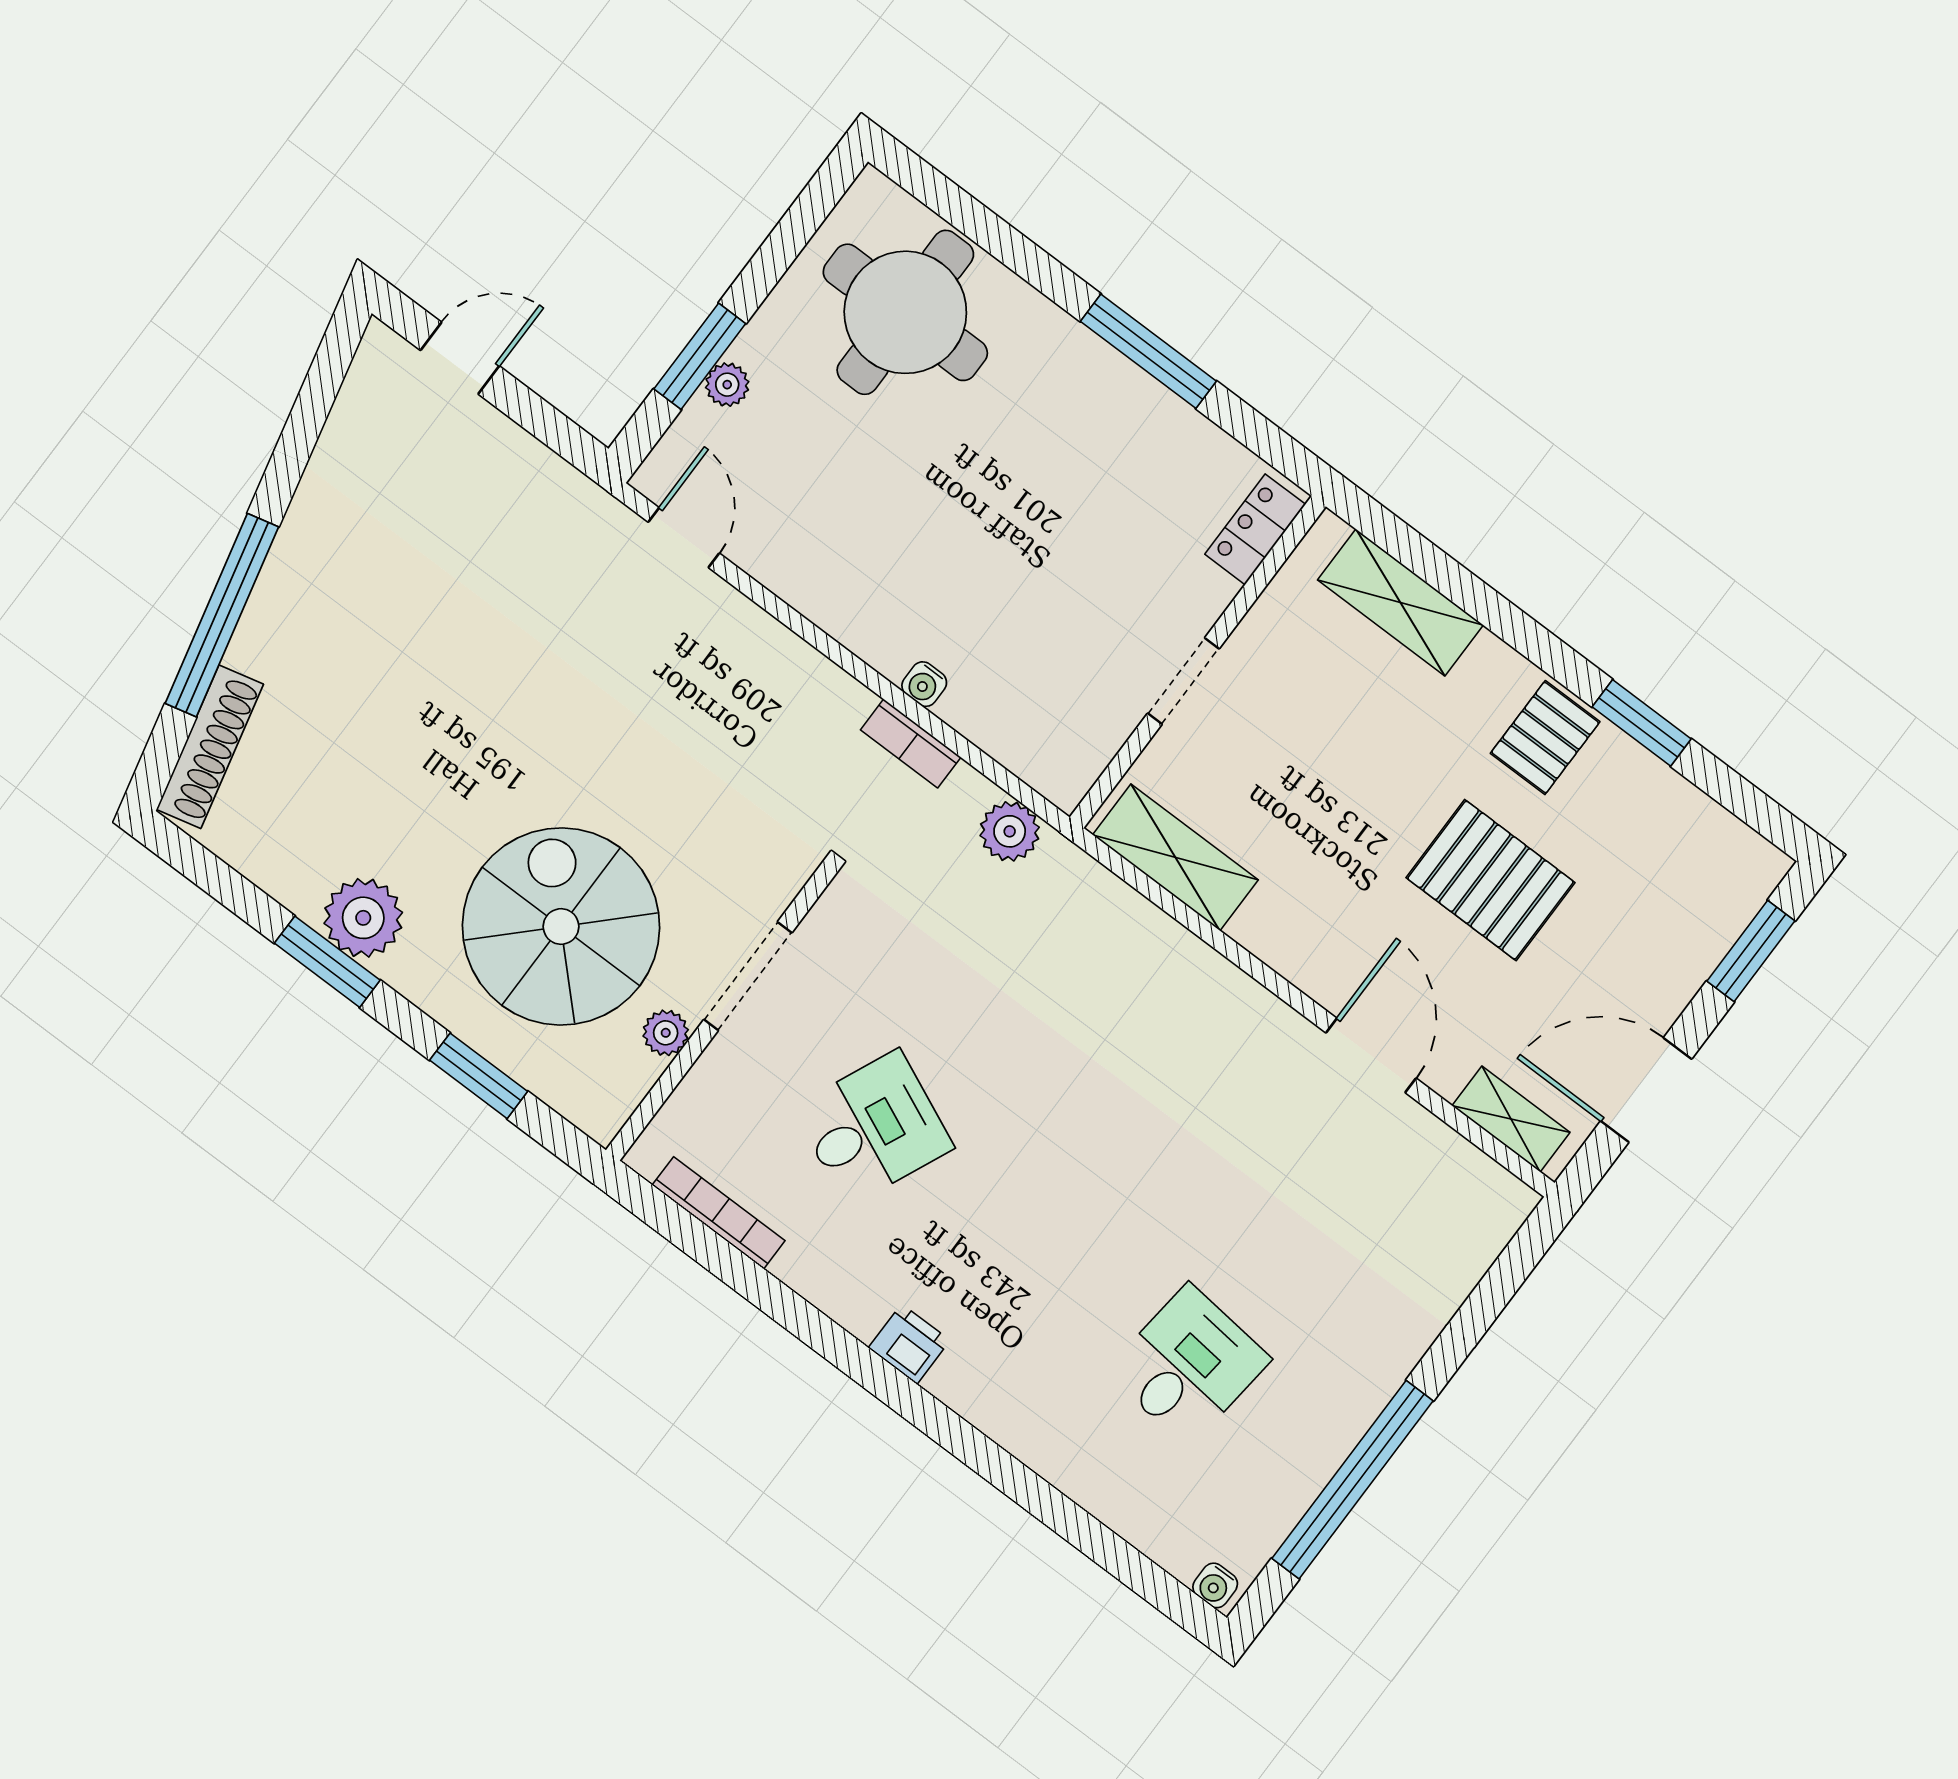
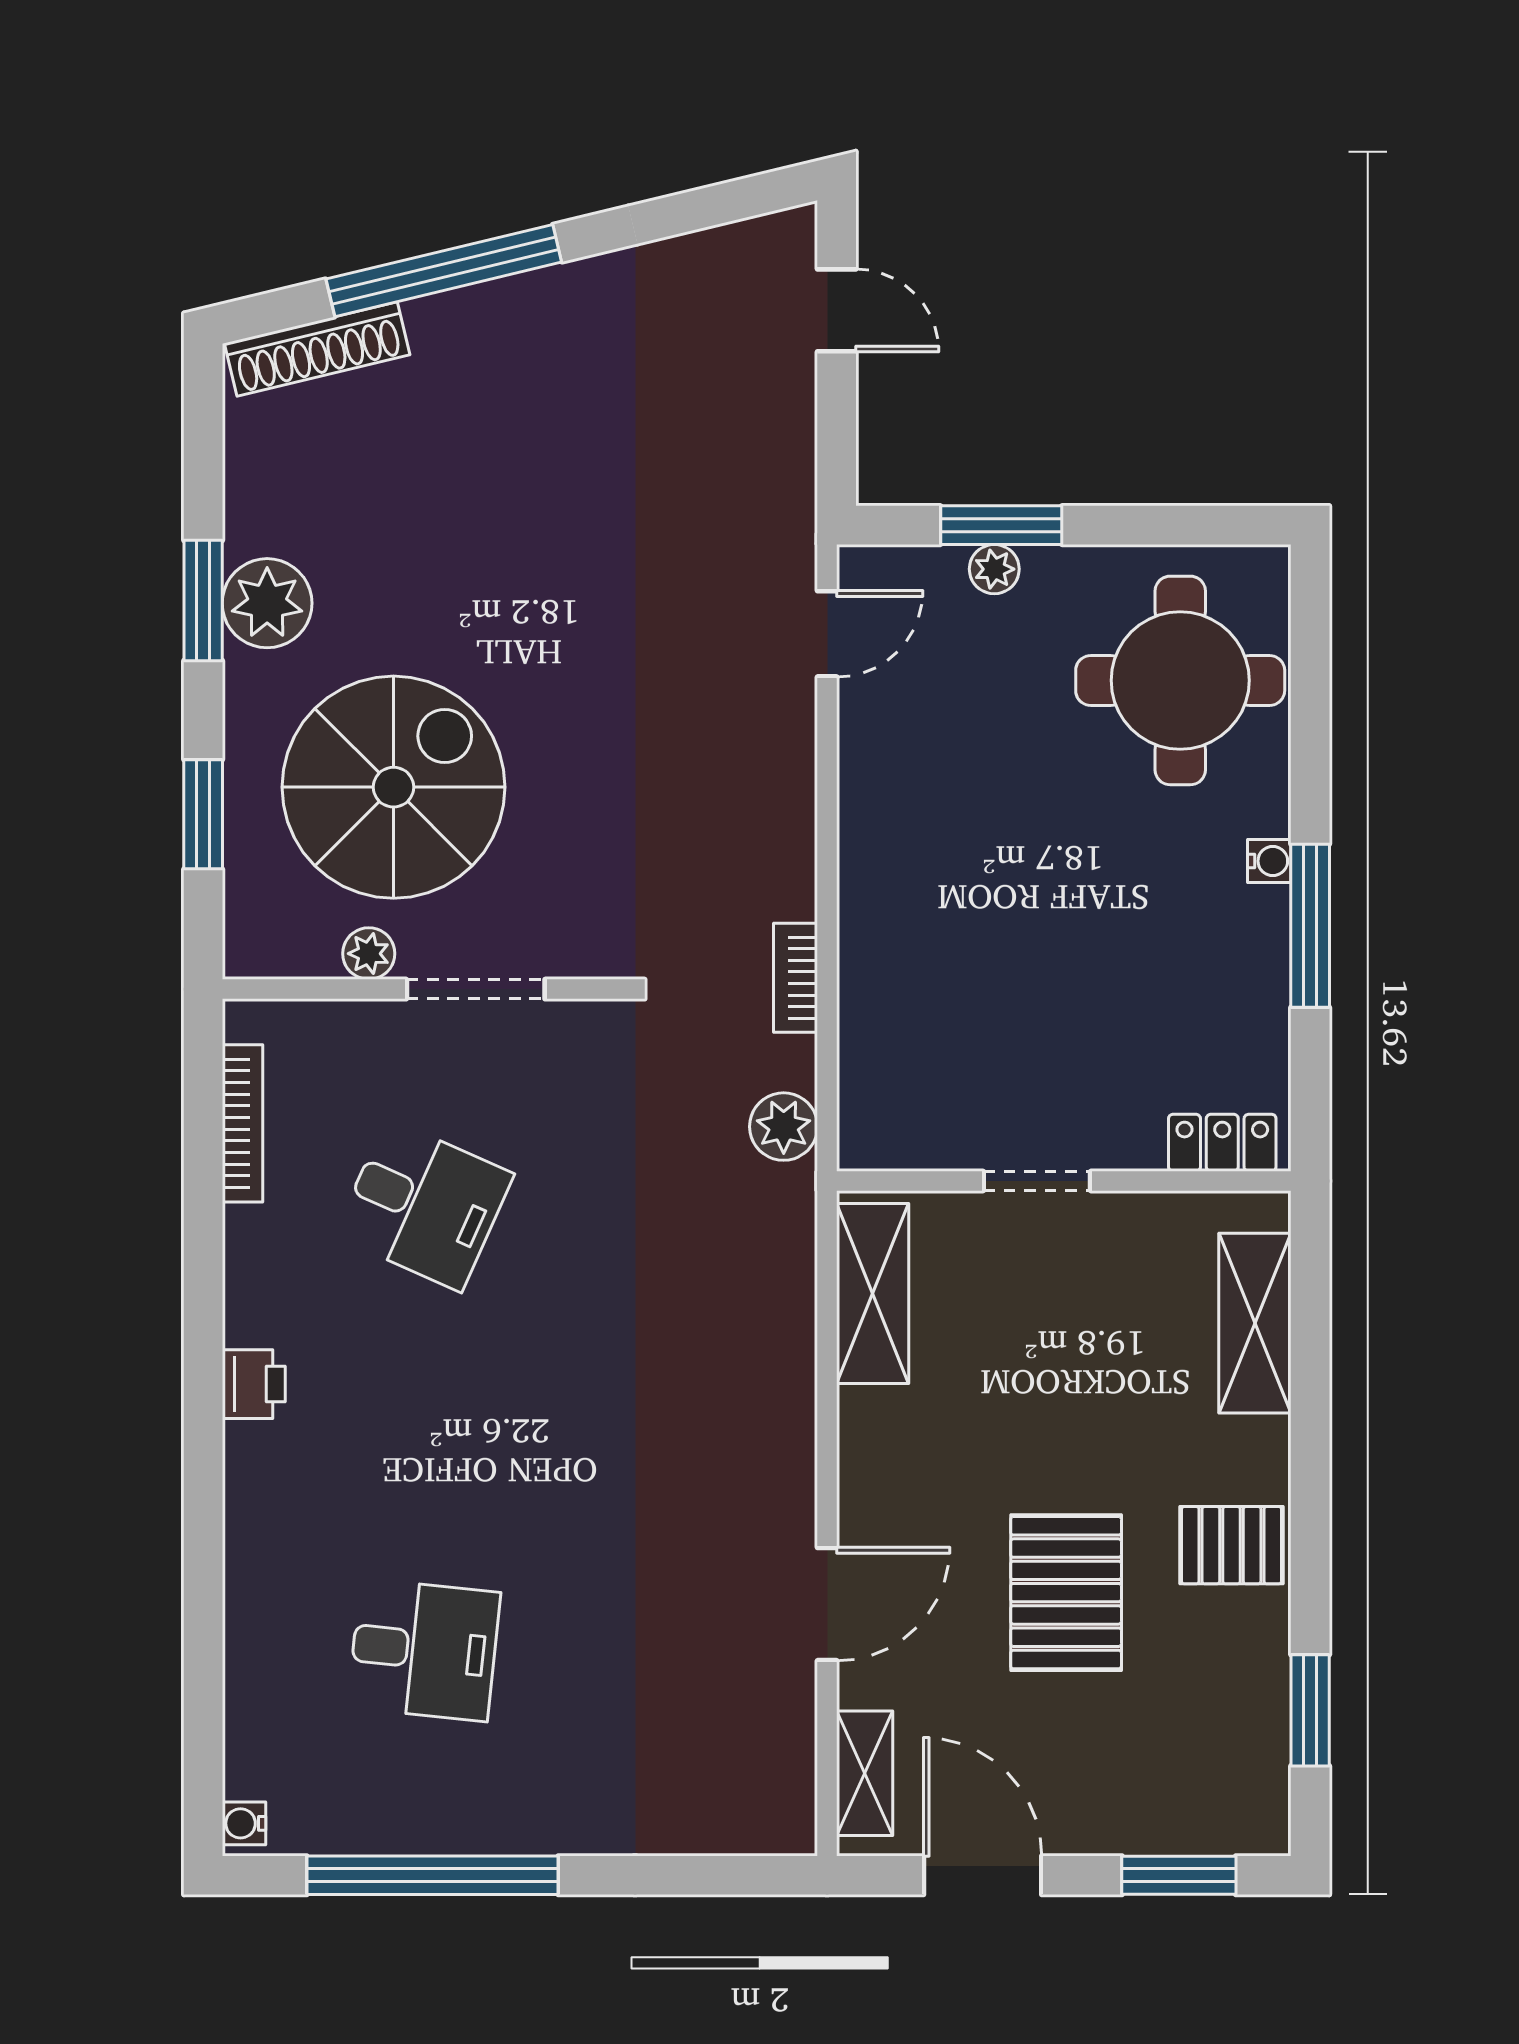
water cooler: (924, 684) -> (1269, 861), moved, turned 180
window: (1642, 723) -> (1310, 1710), moved

